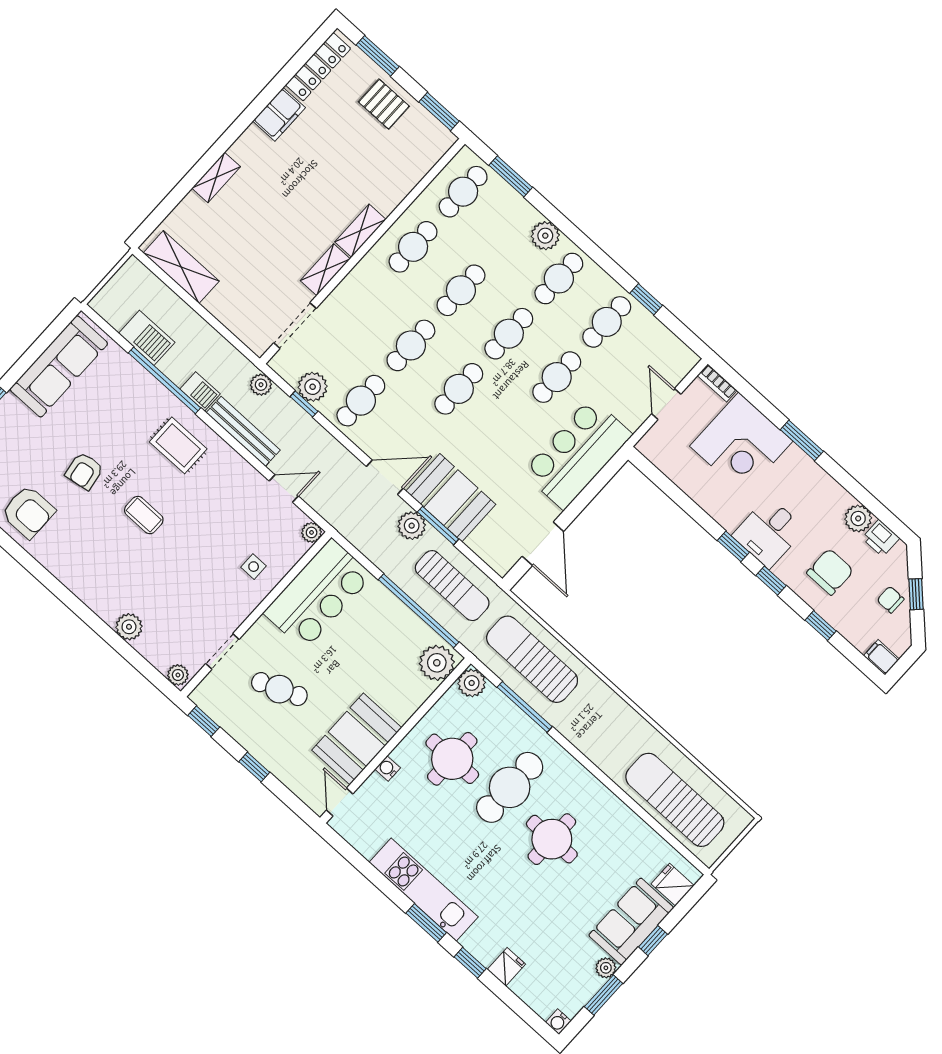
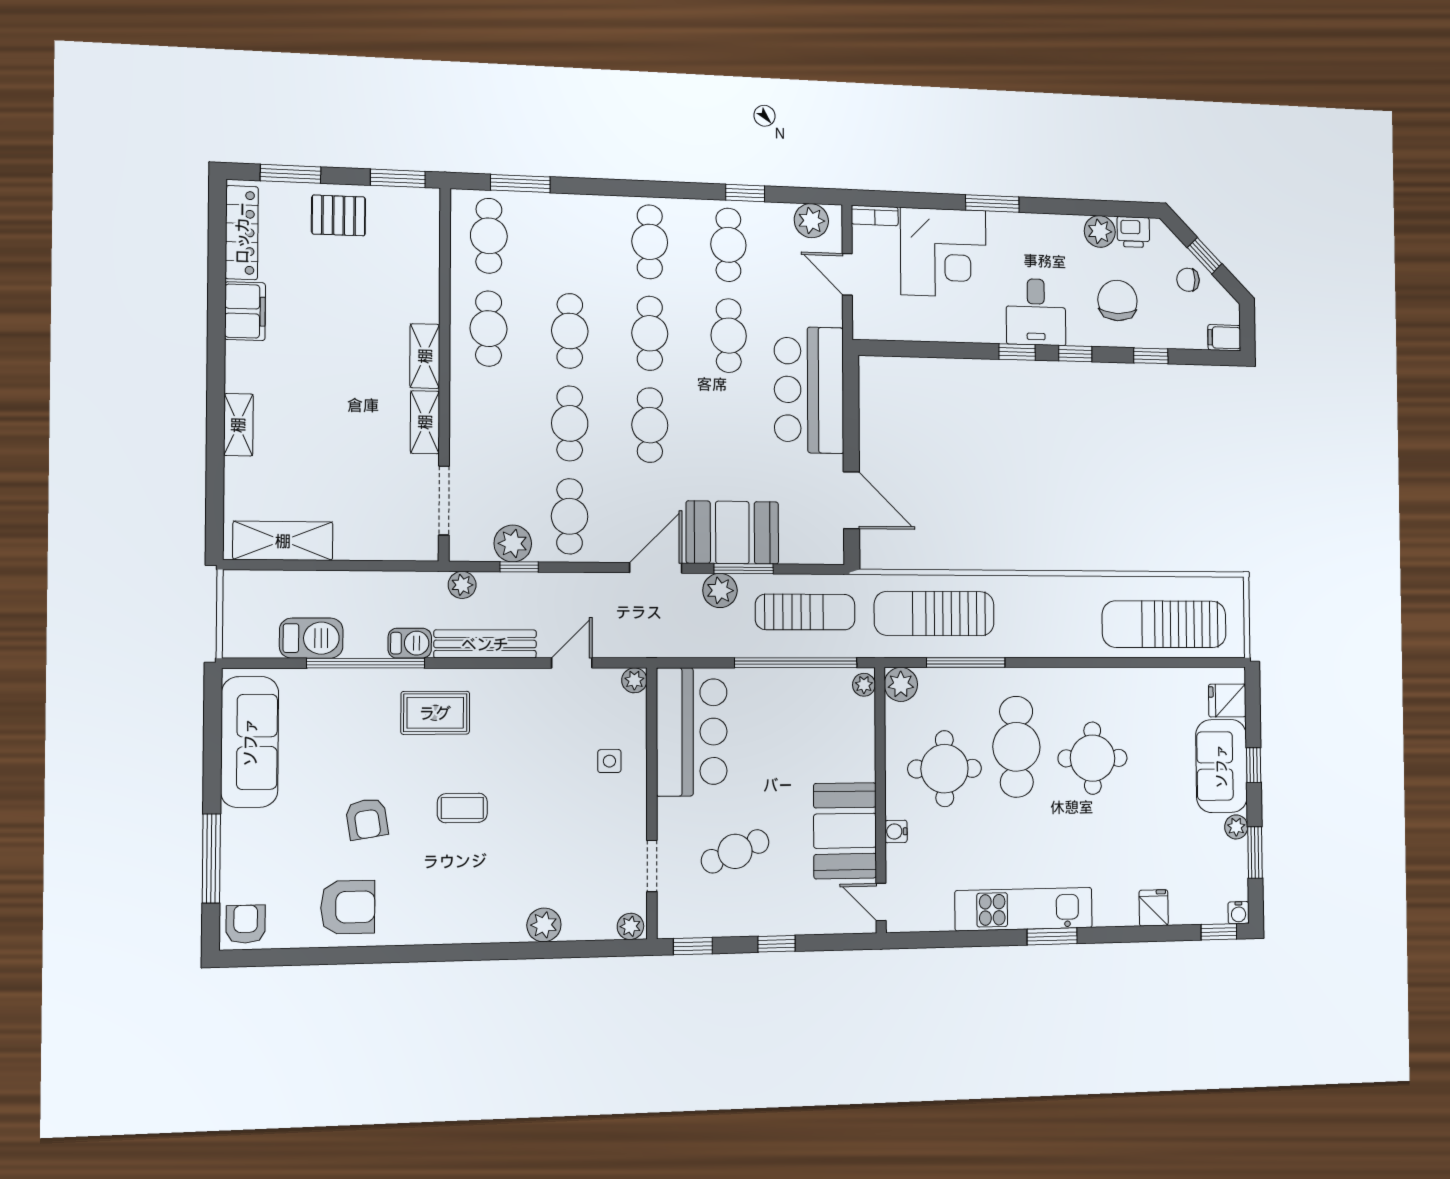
plant: (545, 236) -> (811, 221), moved
plant: (437, 663) -> (864, 685), width x0.53, depth x0.53
window: (470, 963) -> (1219, 932), moved

